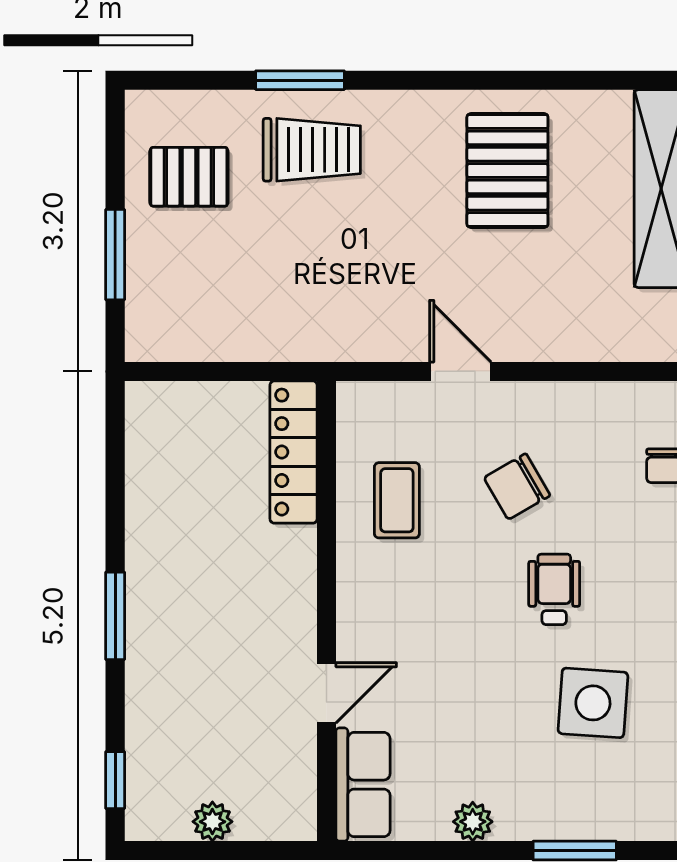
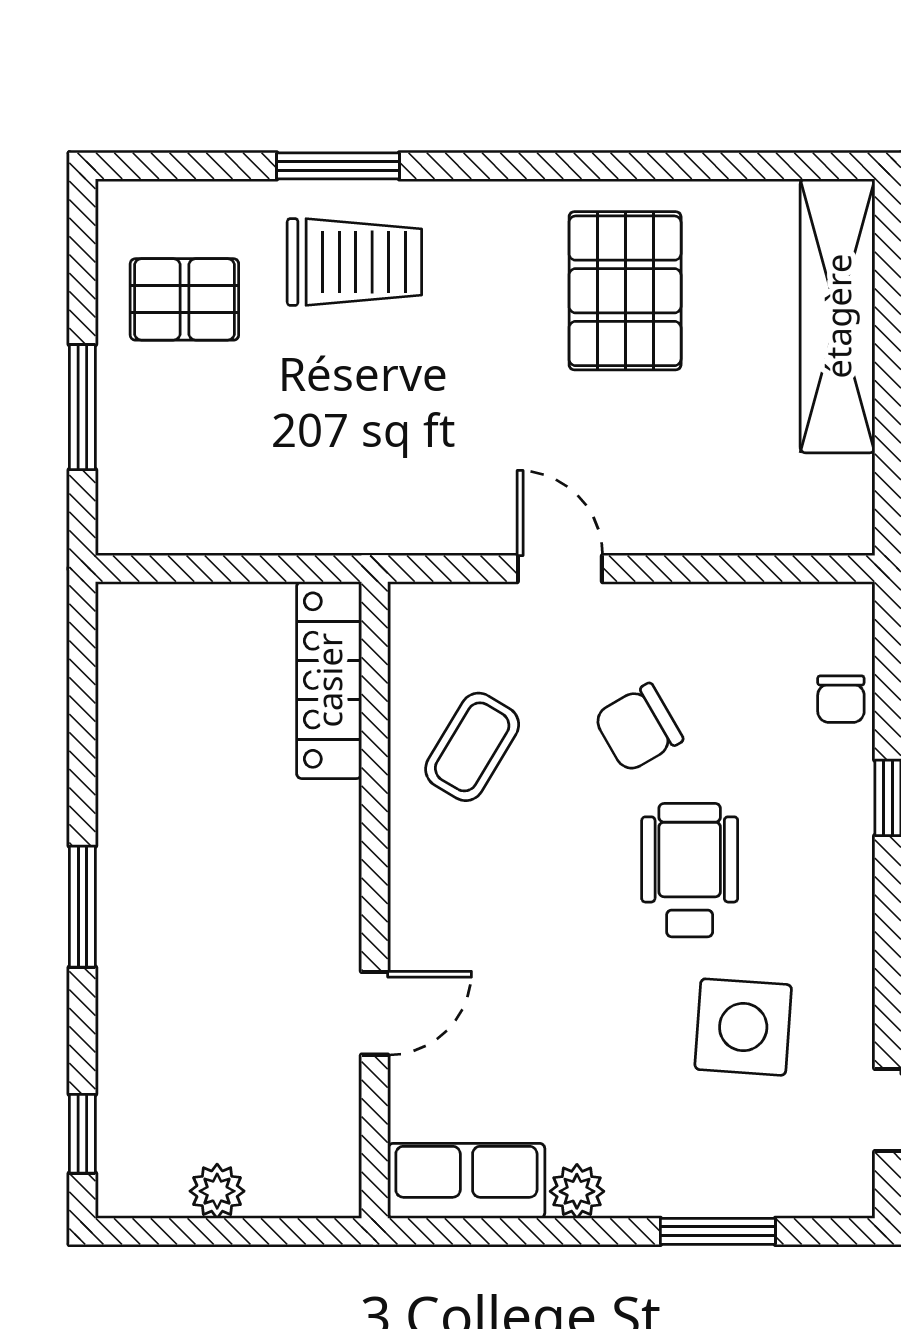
coffee table: (397, 500) -> (472, 747), turned 31
wheelchair: (554, 589) -> (690, 870), width x1.36, depth x1.37
row of seats: (363, 785) -> (466, 1181), moved, turned -90

